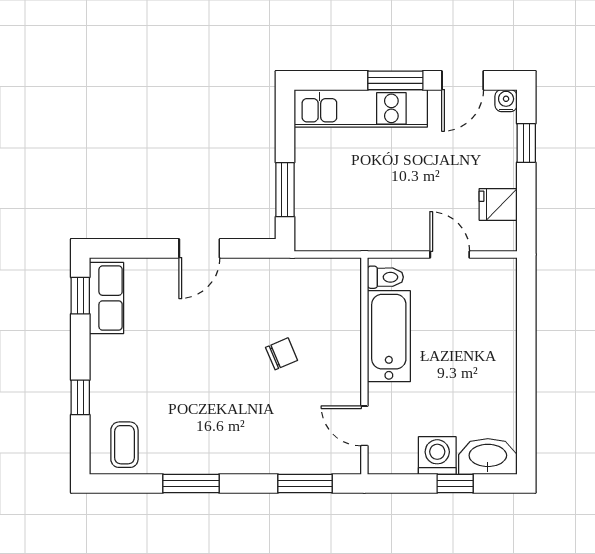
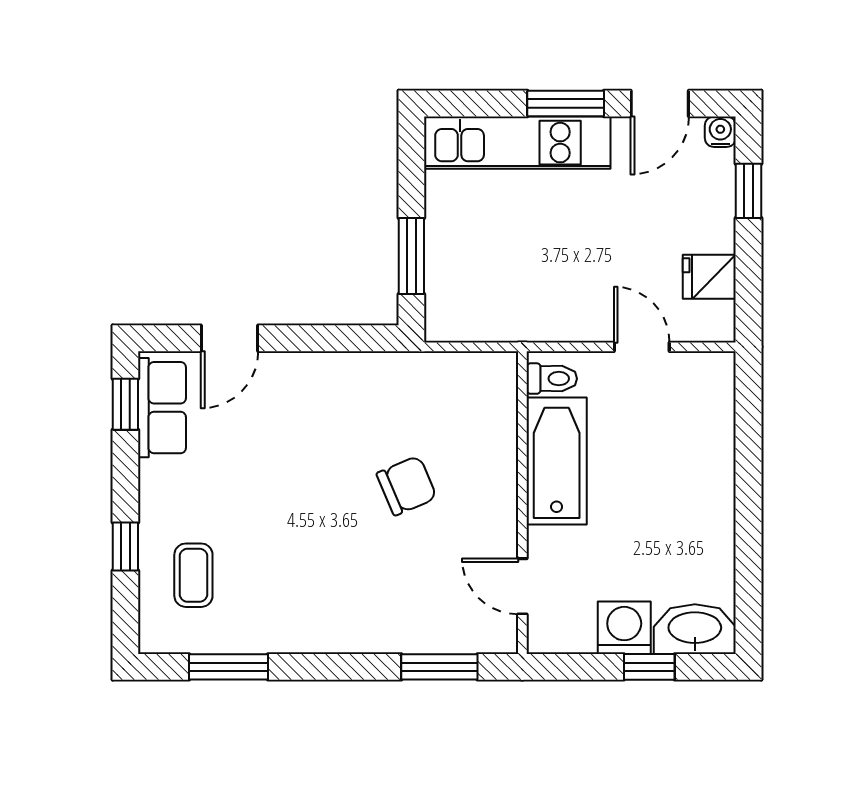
door: (199, 248) -> (229, 338), moved
chair: (282, 354) -> (407, 486), width x1.37, depth x1.37
coffee table: (124, 445) -> (193, 575), moved
window: (191, 484) -> (229, 667), moved

